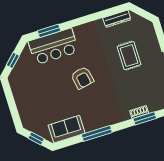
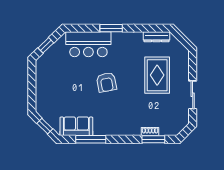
window: (49, 31) -> (111, 28), moved
rug: (129, 56) -> (157, 75), width x1.36, depth x1.43
window: (97, 133) -> (91, 139), moved

